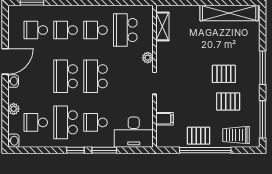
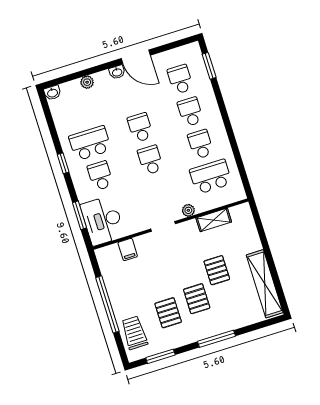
shelving: (162, 26) -> (214, 220), moved
school desk: (66, 76) -> (140, 128), width x0.54
school desk: (95, 76) -> (150, 160), width x0.54
window: (263, 119) -> (160, 356), width x0.69
school desk: (36, 122) -> (80, 111), removed
pallet: (199, 136) -> (217, 270), moved
window: (104, 150) -> (79, 215), moved

